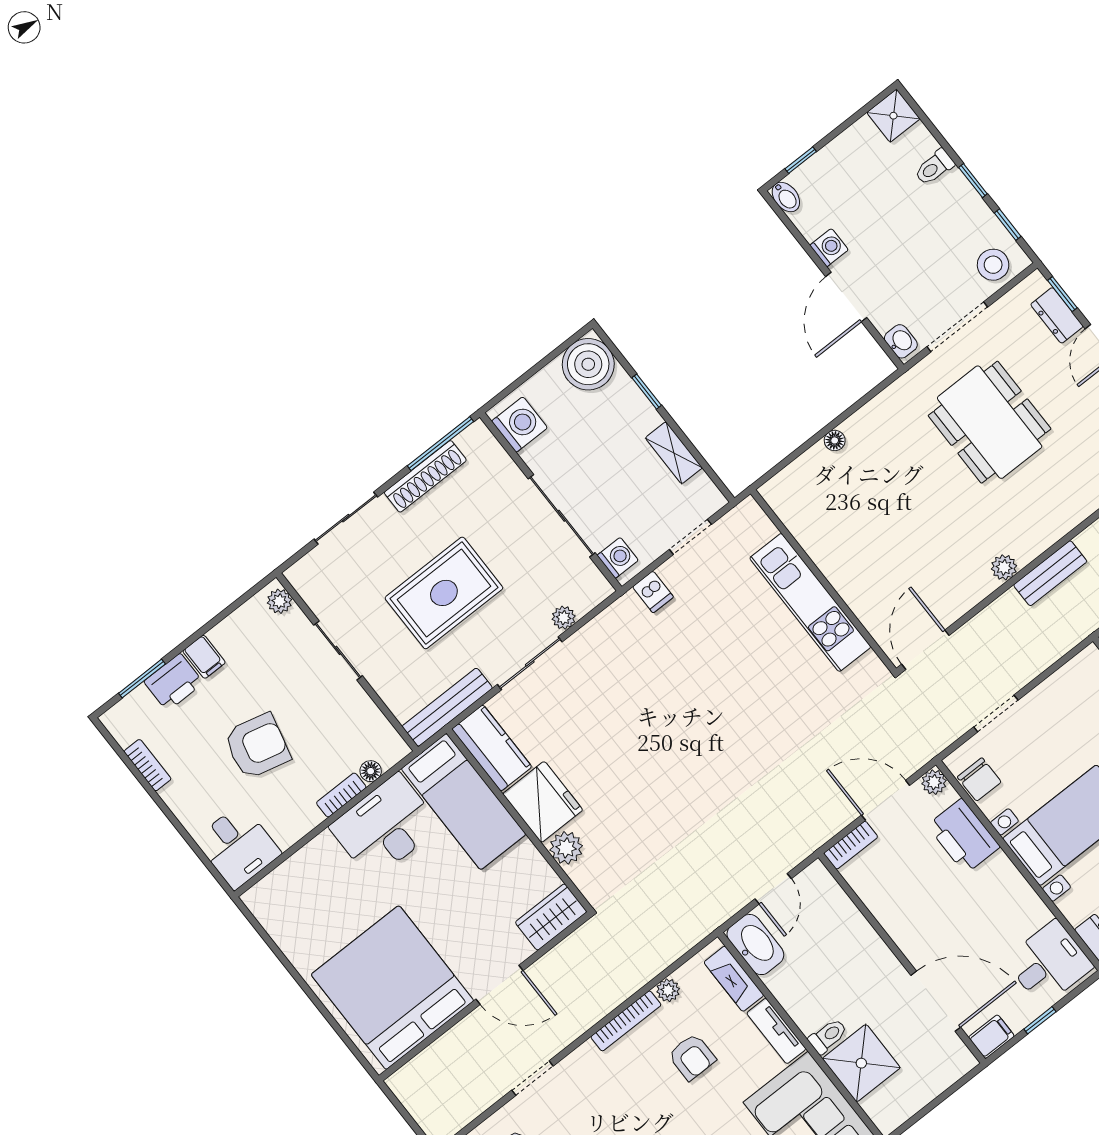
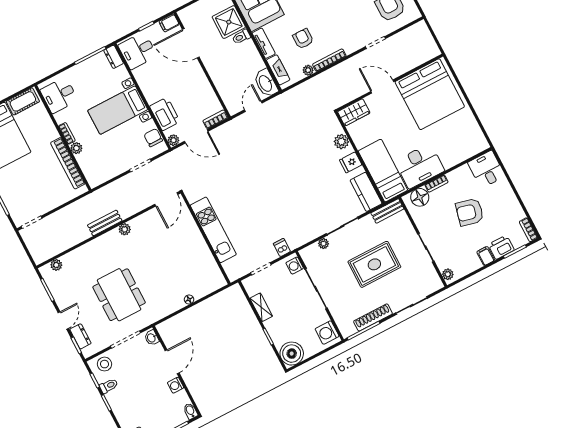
toilet: (934, 167) -> (109, 386), moved
bench: (447, 707) -> (387, 211), width x0.73
bookcase: (148, 765) -> (528, 230), moved
floor lamp: (371, 771) -> (420, 197), width x1.89, depth x1.89
fridge: (543, 802) -> (351, 162), width x0.53, depth x0.75

